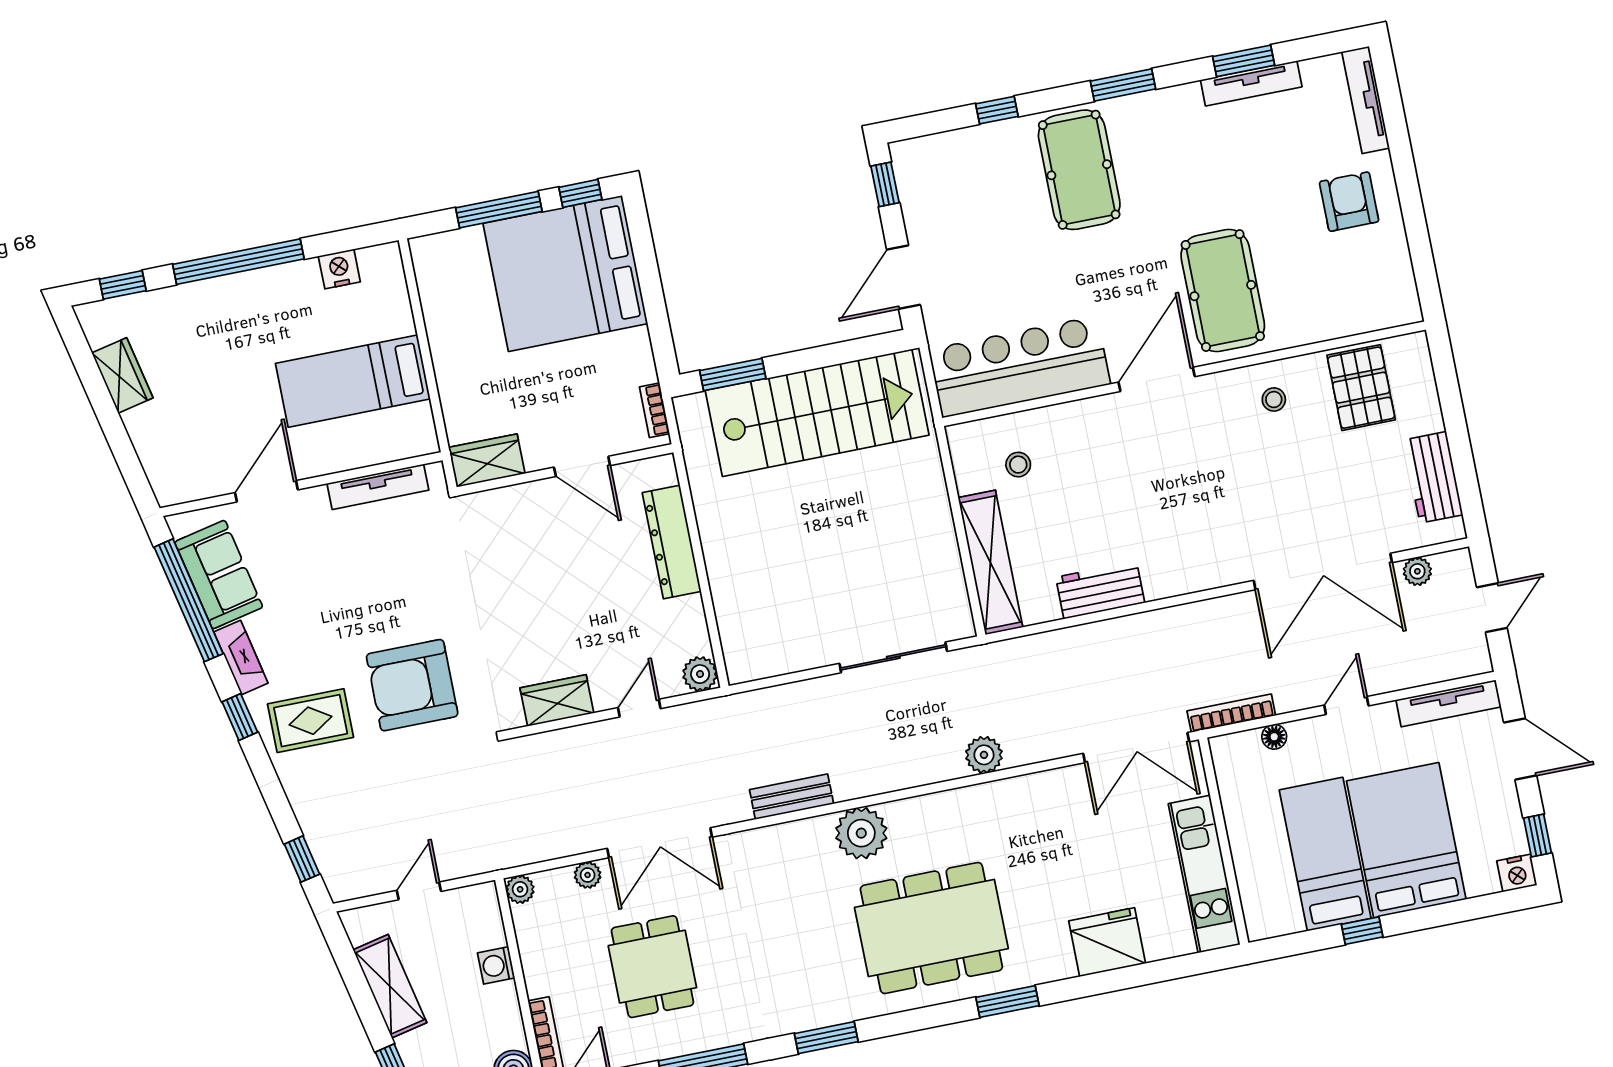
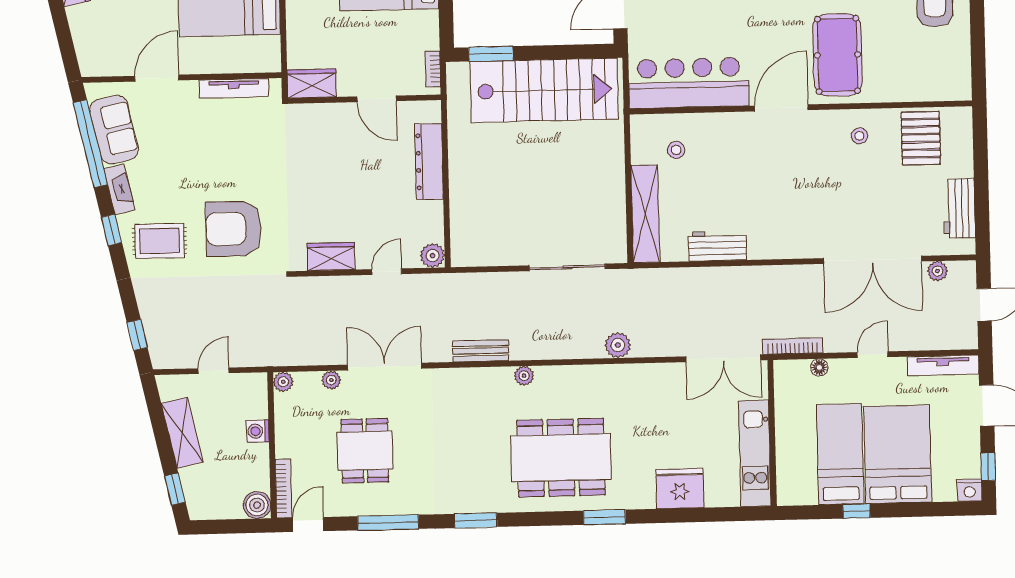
plant: (861, 833) -> (524, 376), width x0.53, depth x0.53
double door: (660, 843) -> (385, 367), swing flipped

